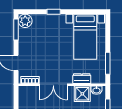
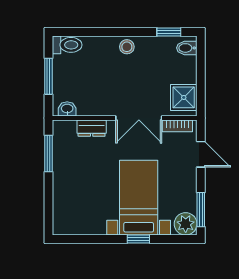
bed with nightstands: (85, 37) -> (139, 198), moved
double door: (53, 85) -> (139, 118), swing flipped
shower: (82, 94) -> (184, 97), moved

